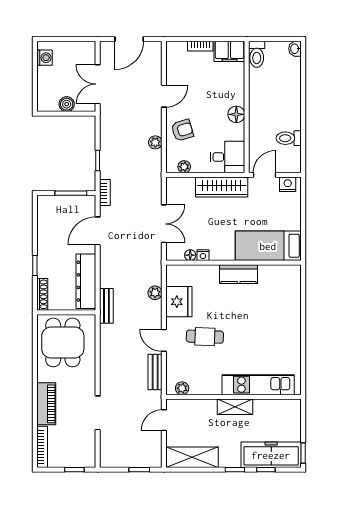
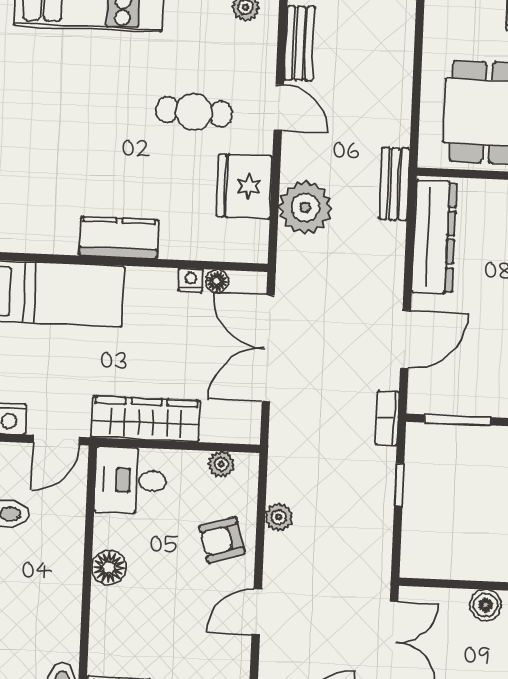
boiler: (67, 104) -> (486, 605), moved
double door: (164, 224) -> (268, 348), width x1.37
plant: (155, 293) -> (305, 207), width x1.88, depth x1.88

